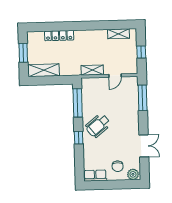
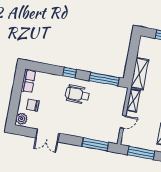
window: (141, 52) -> (141, 153), width x2.17
shelving: (44, 70) -> (140, 74), moved
door: (115, 76) -> (123, 122), swing flipped
wheelchair: (98, 125) -> (77, 94), turned -50

